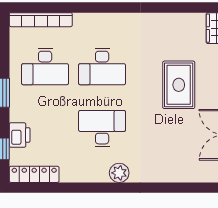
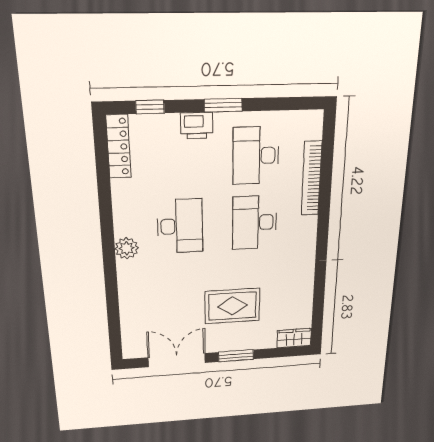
bookcase: (41, 20) -> (311, 179), moved
printer: (20, 135) -> (197, 126), moved

